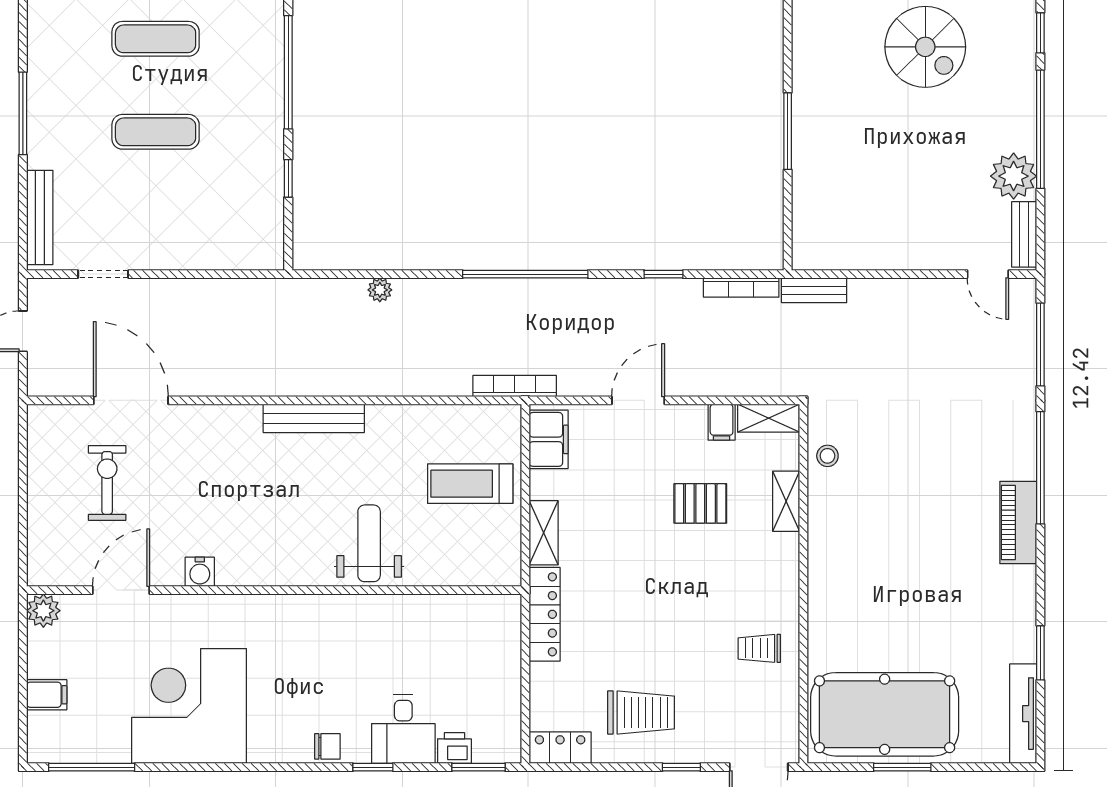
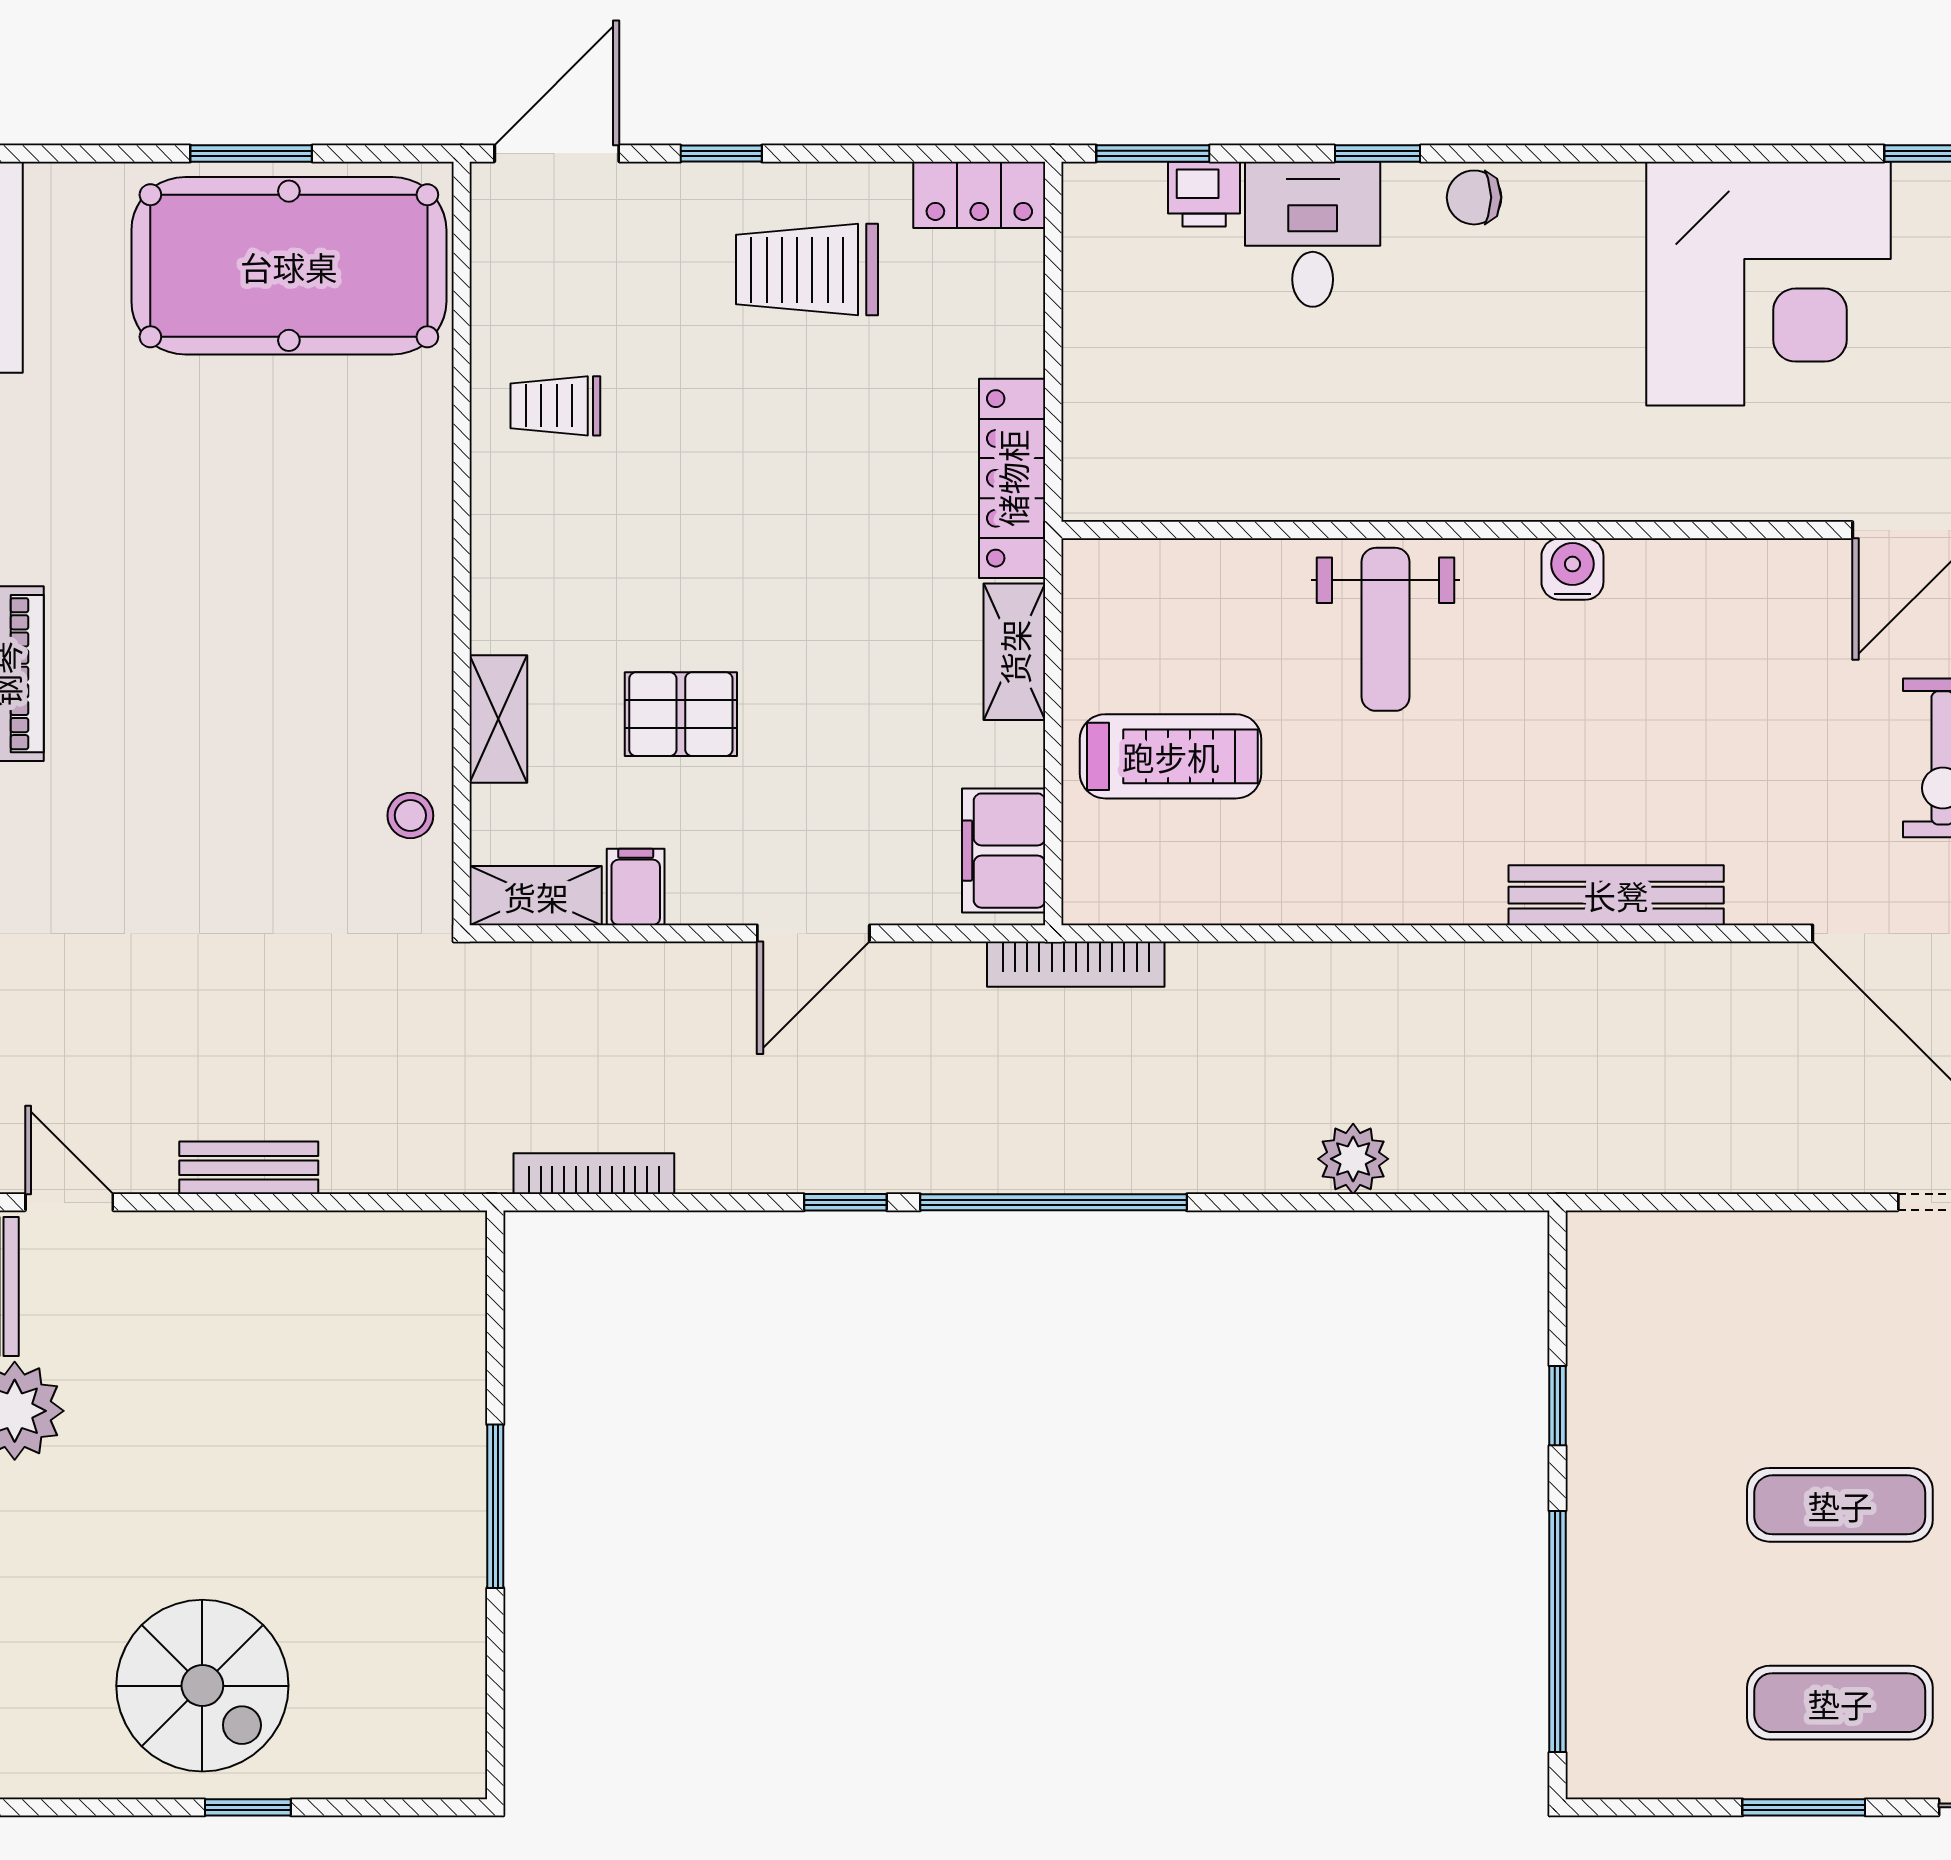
spiral stairs: (925, 47) -> (202, 1686), turned 180
window: (664, 274) -> (845, 1202), moved
plant: (380, 290) -> (1353, 1159), width x1.38, depth x1.38
bench: (814, 290) -> (249, 1168), moved
bench: (314, 418) -> (1616, 895), moved
water cooler: (200, 572) -> (1572, 569), moved
trolley: (759, 648) -> (555, 406), turned 180

